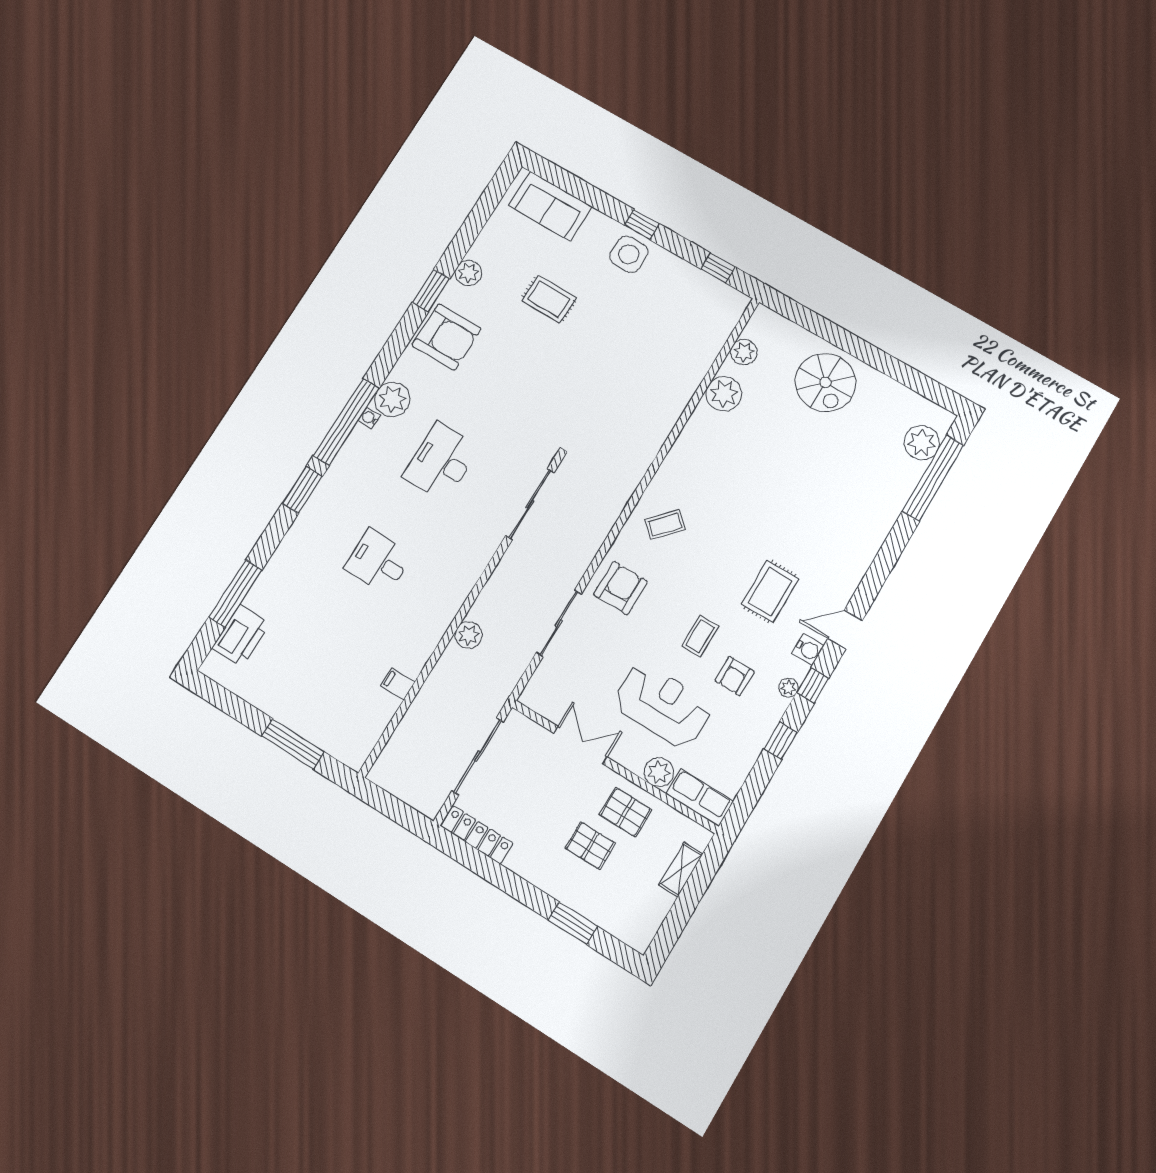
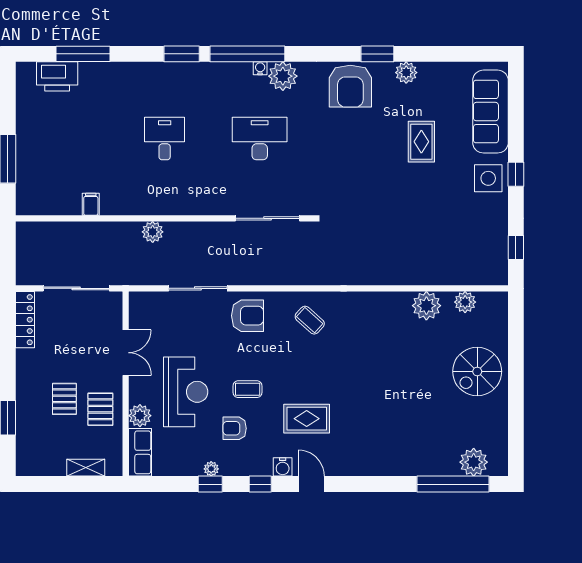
sofa: (550, 206) -> (490, 112), width x1.36
plant: (788, 688) -> (211, 469), moved

